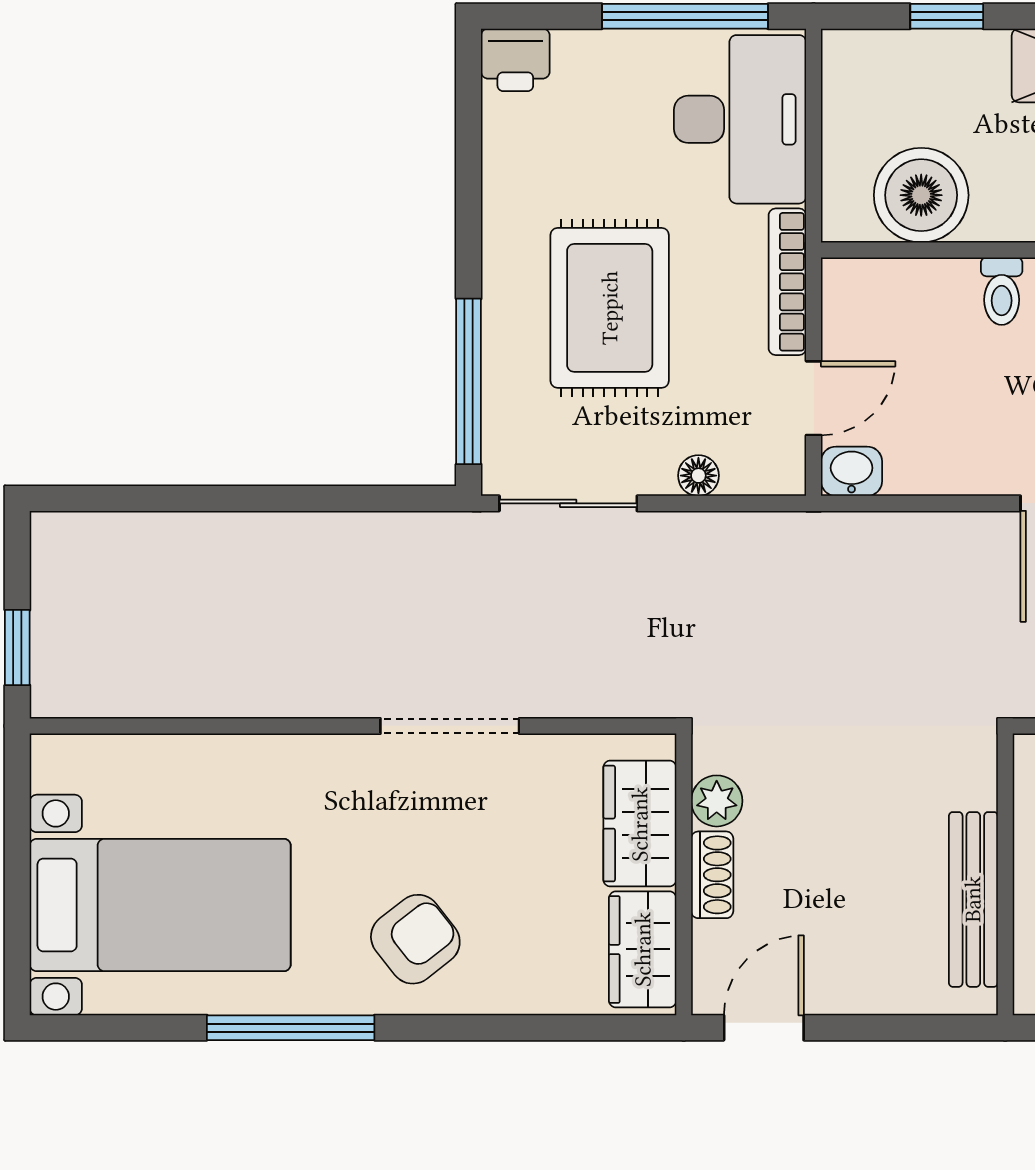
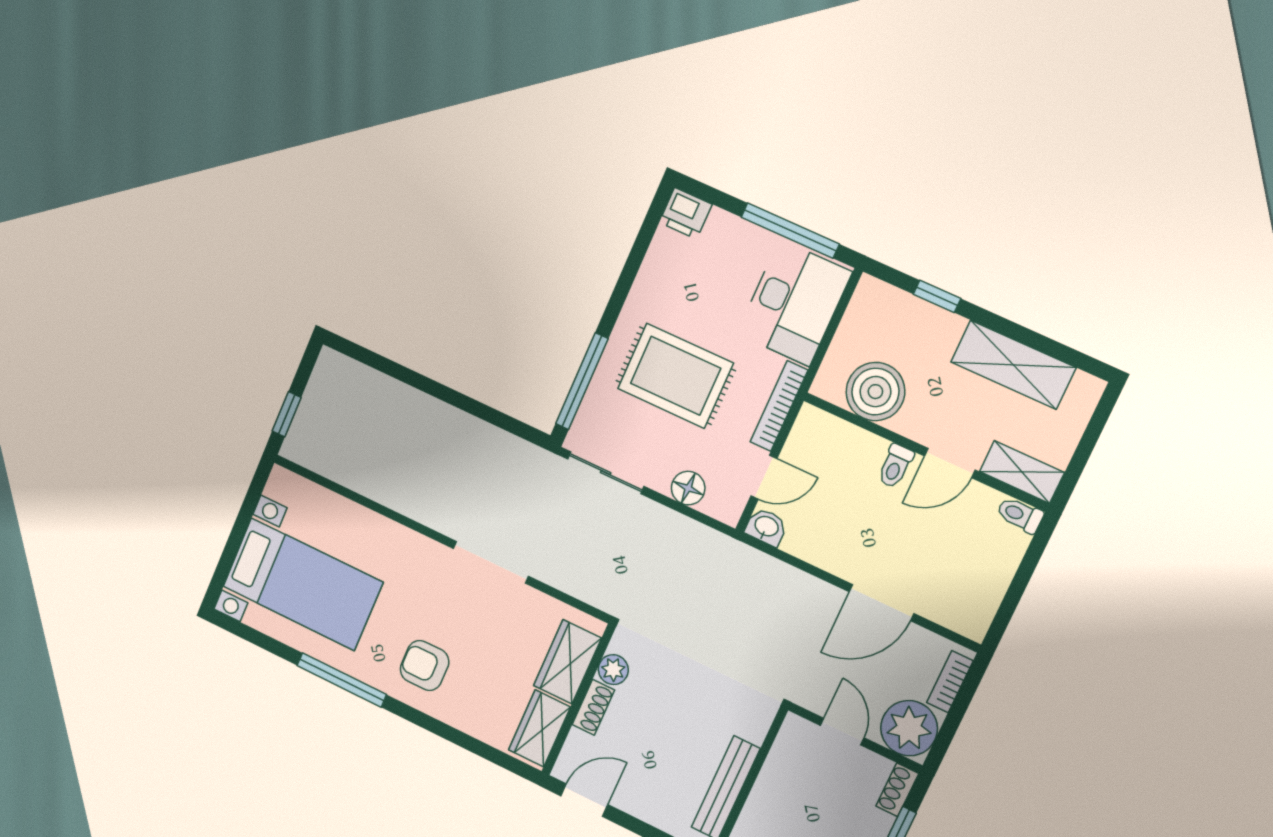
rug: (610, 308) -> (675, 376), turned 90
floor lamp: (698, 476) -> (688, 488), width x1.37, depth x1.37
armchair: (415, 939) -> (425, 666), turned -142

